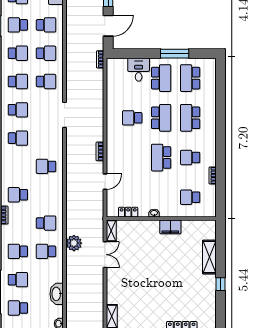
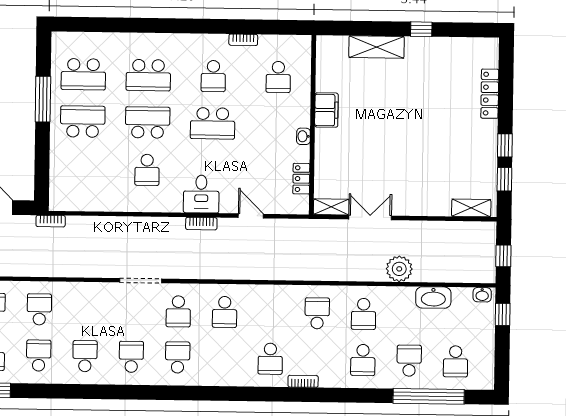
desk: (139, 70) -> (201, 194), moved, turned -90
school desk: (46, 82) -> (178, 311), moved, turned 180
plant: (74, 243) -> (399, 269), moved

